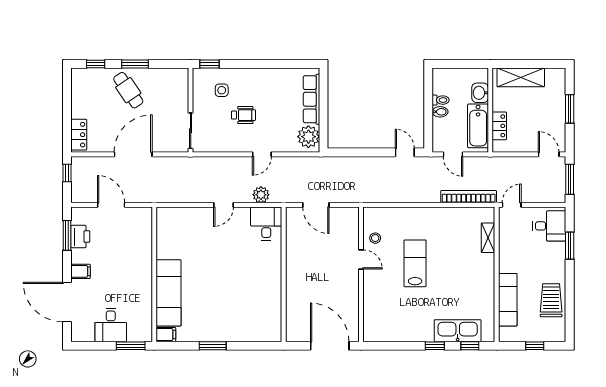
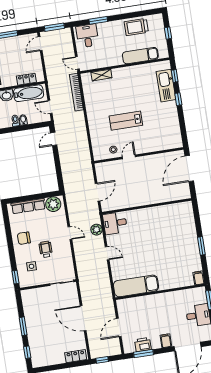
chair: (265, 85) -> (24, 238), added
cafe table: (128, 90) -> (41, 328), removed
door: (453, 154) -> (50, 107), swing flipped
exam couch: (169, 293) -> (136, 286), moved

